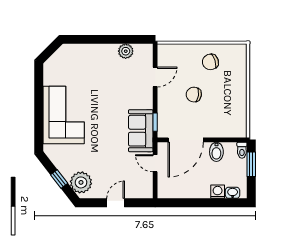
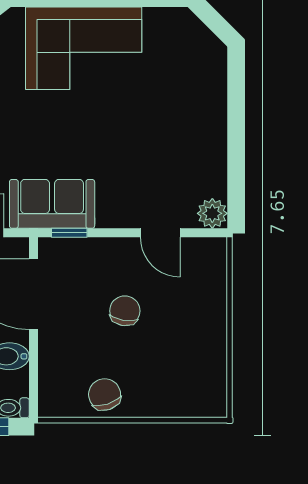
plant: (126, 51) -> (212, 213), moved
chair: (210, 62) -> (105, 394), moved

